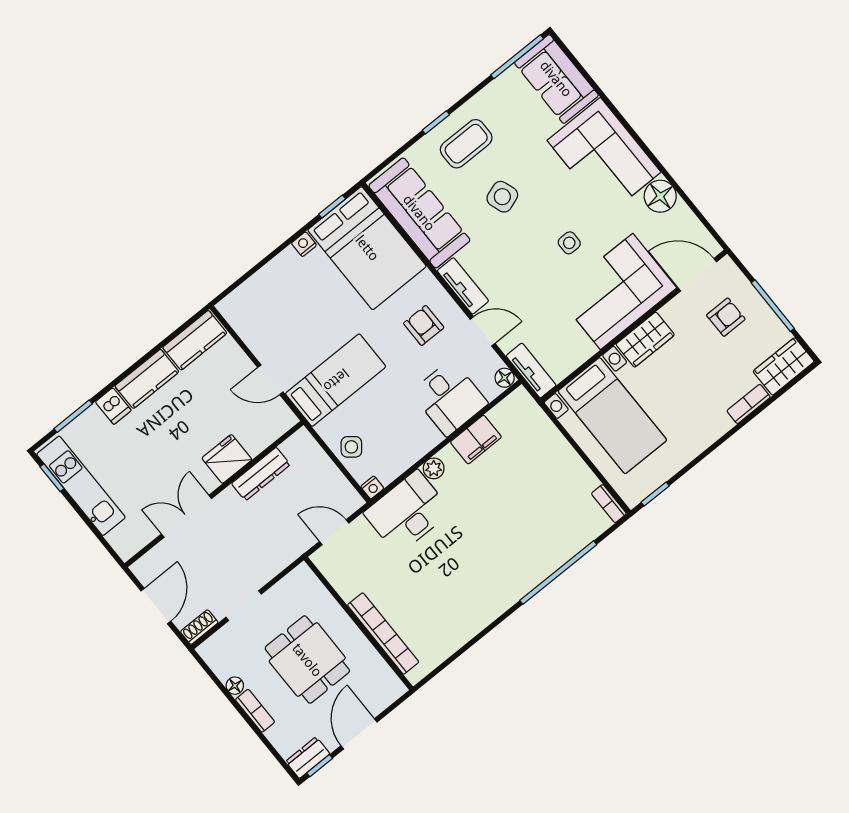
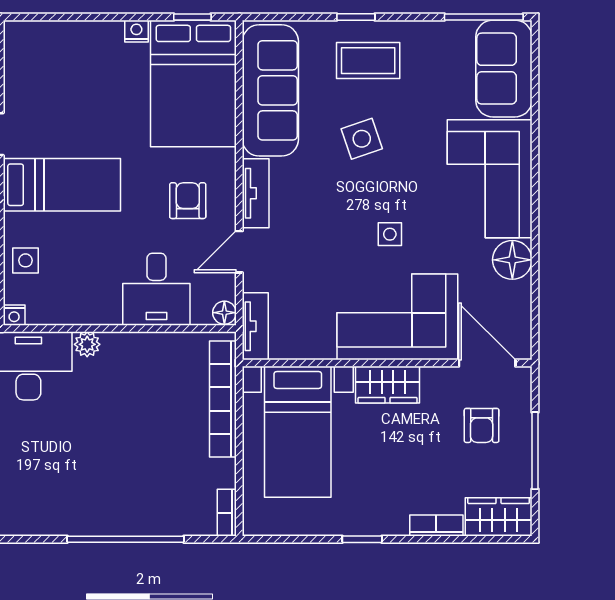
armchair: (726, 317) -> (482, 425), turned 90
door: (483, 331) -> (239, 252), swing flipped
bookcase: (548, 433) -> (223, 399), added
filing cabinet: (476, 440) -> (150, 349), removed
side table: (351, 447) -> (26, 260), turned -38
window: (655, 494) -> (362, 539), moved

